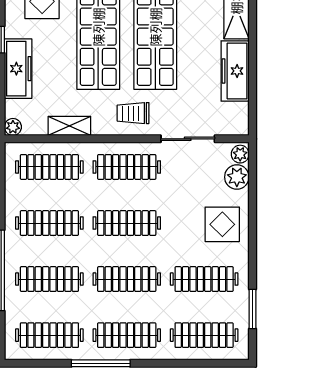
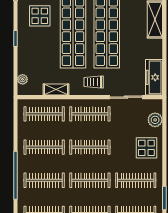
freezer: (18, 69) -> (26, 56), removed
freezer: (235, 71) -> (154, 77), moved
plant: (13, 127) -> (23, 79), moved
plant: (240, 154) -> (157, 106), removed

